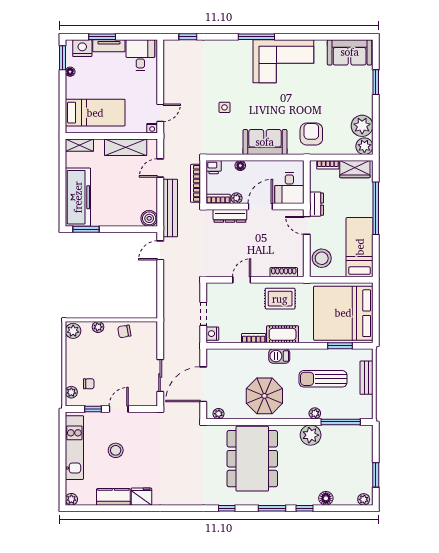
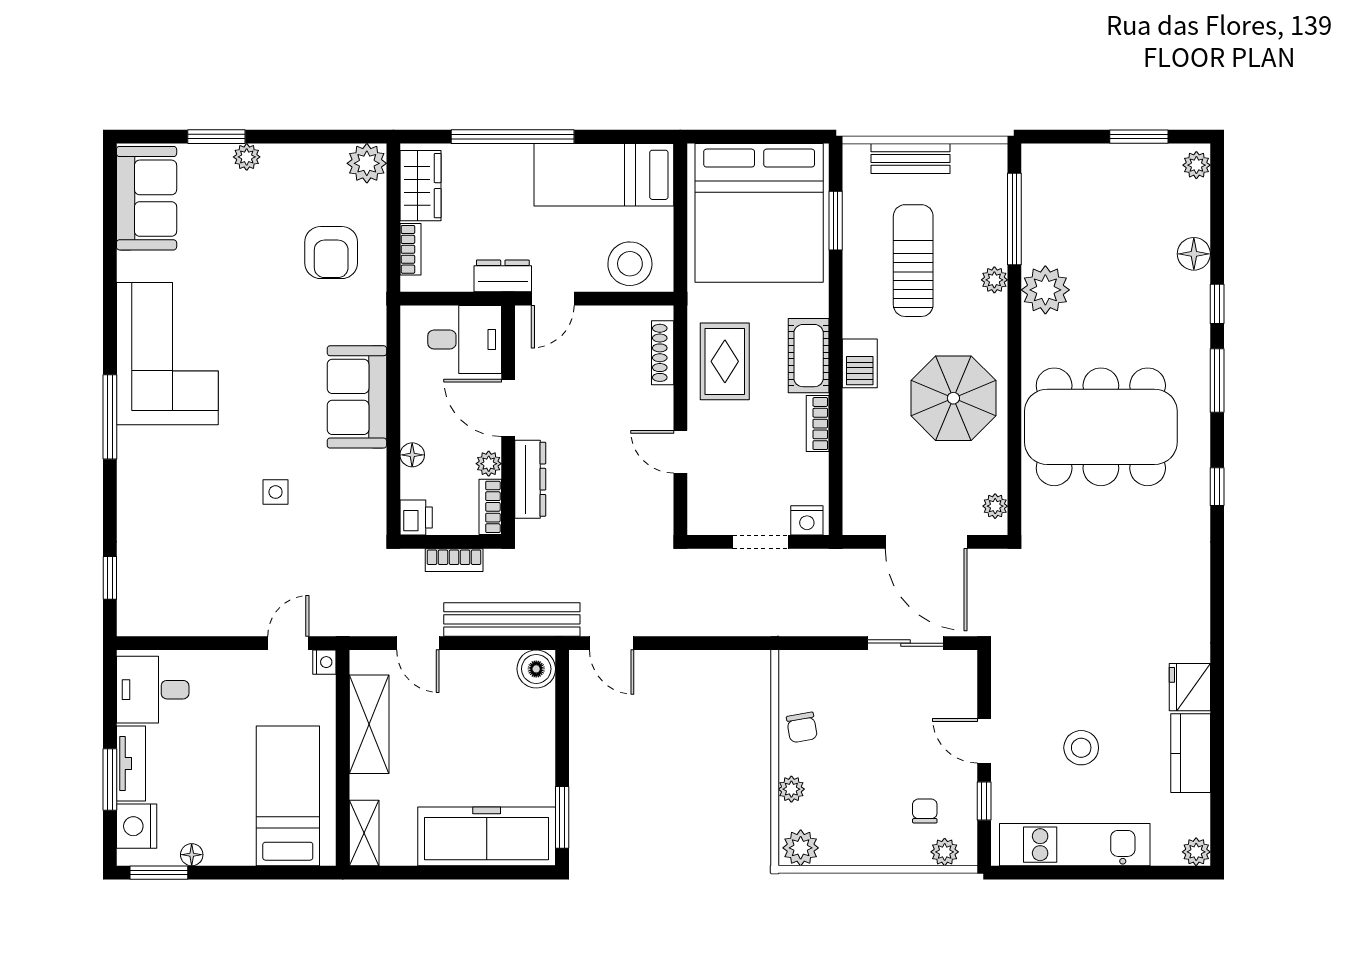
door: (160, 113) -> (288, 643), hinge flipped
plant: (362, 126) -> (247, 157), moved, width x0.53, depth x0.53
armchair: (311, 134) -> (331, 253), moved, turned -90
bookcase: (196, 183) -> (454, 560), width x0.64
sun lounger: (323, 379) -> (913, 261), turned 180

